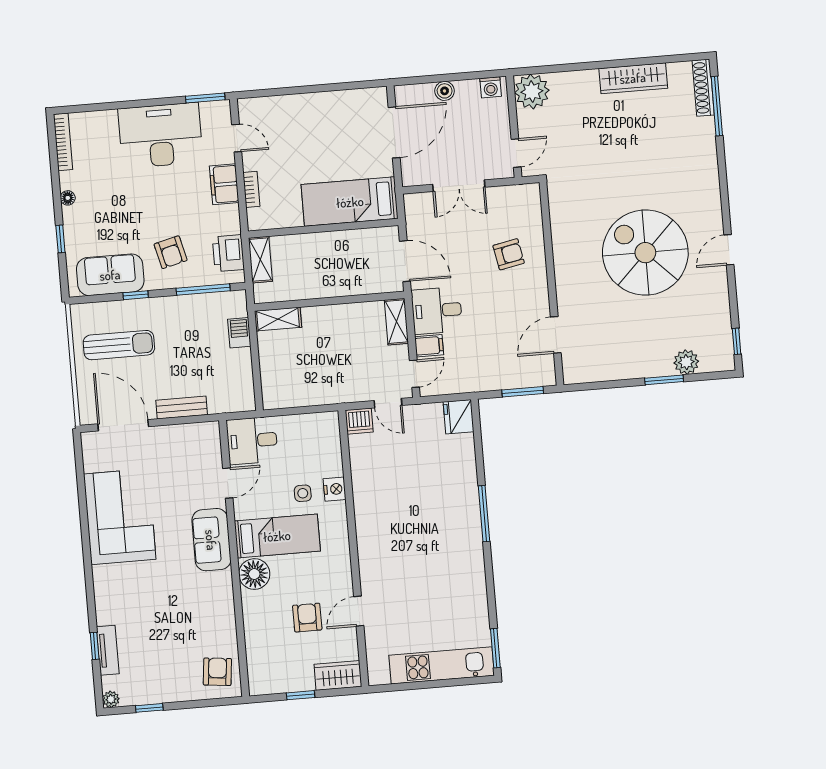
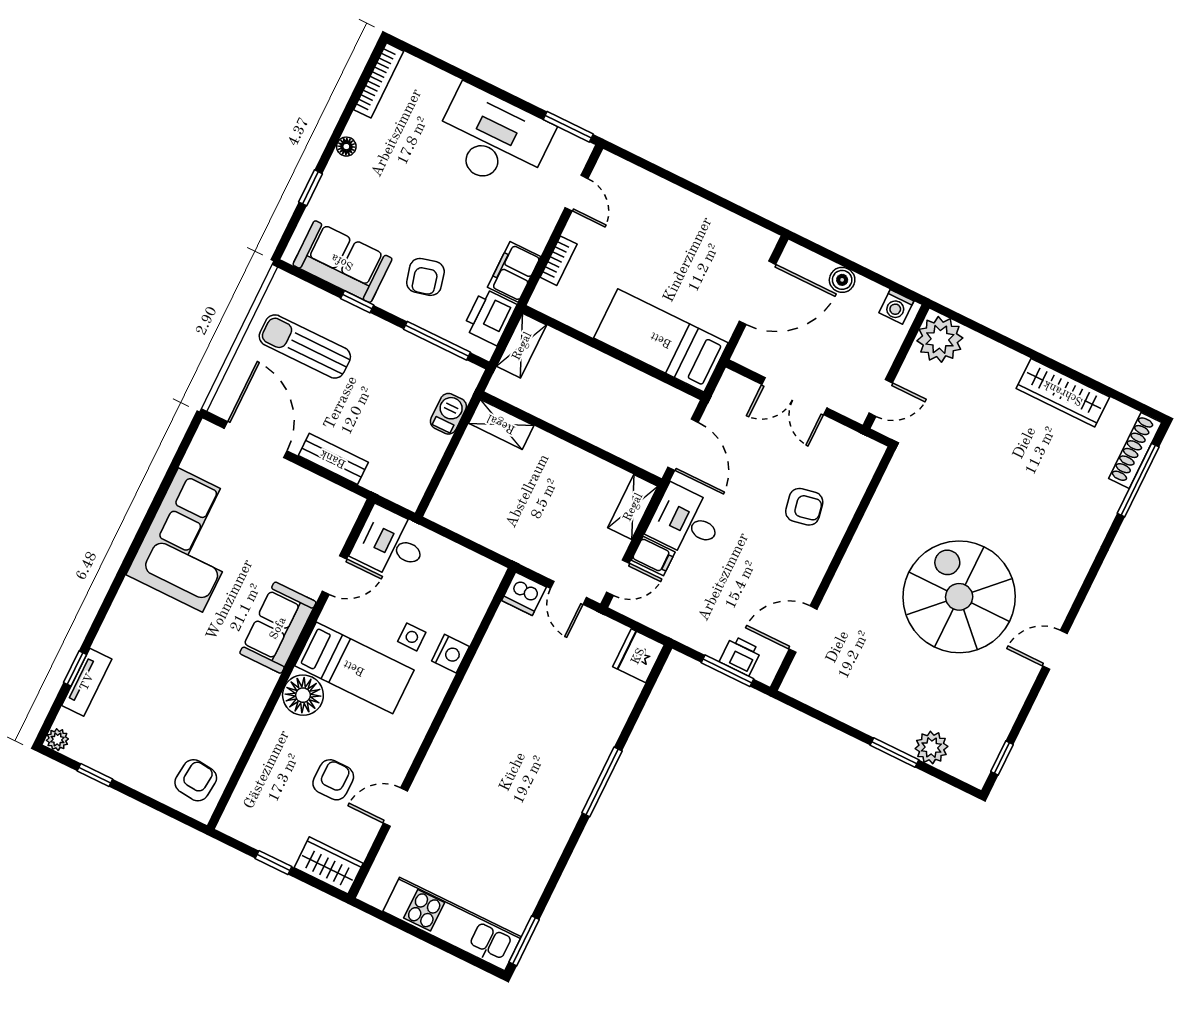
filing cabinet: (224, 184) -> (514, 272), moved
sun lounger: (119, 345) -> (305, 347), turned 180
printer: (525, 377) -> (741, 656), added

